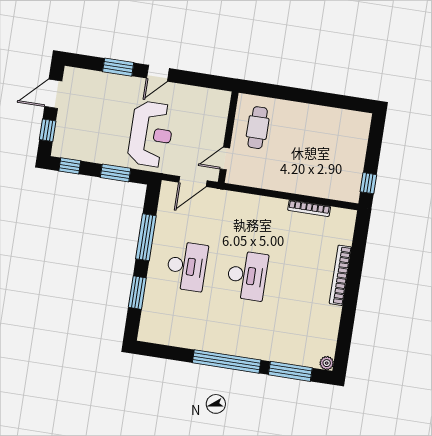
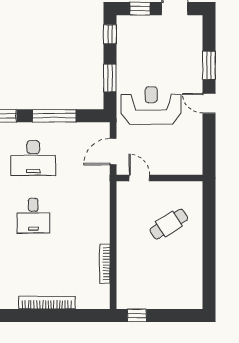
cafe table: (258, 128) -> (169, 224), moved, turned -33
reception desk: (151, 134) -> (151, 106), turned 180
door: (193, 181) -> (113, 152), hinge flipped
desk: (247, 276) -> (33, 216), width x0.73

